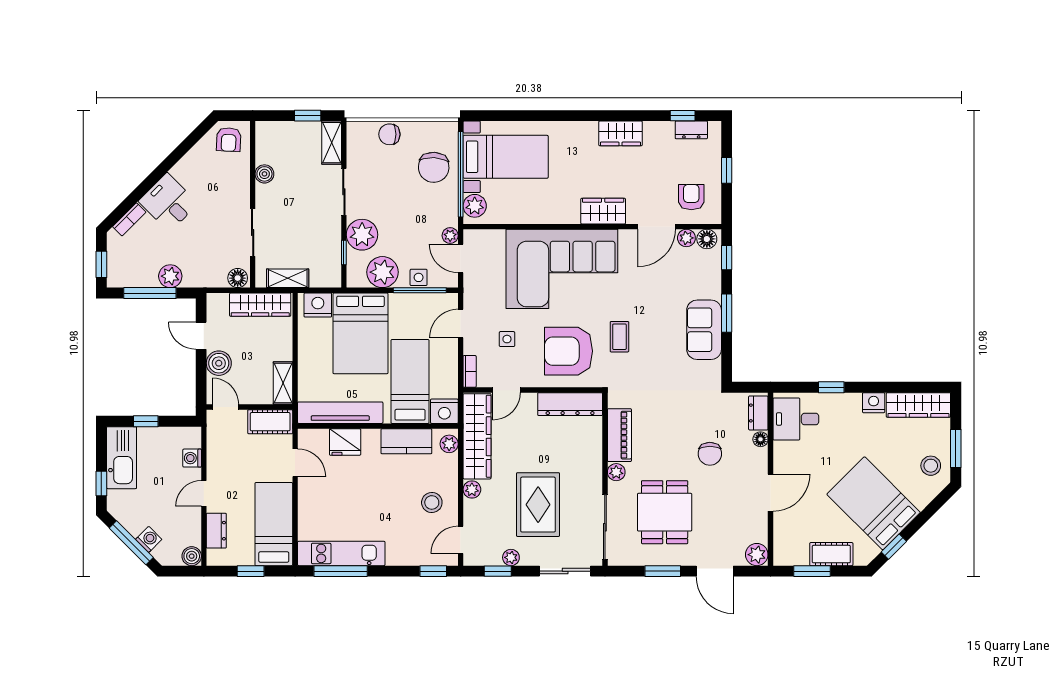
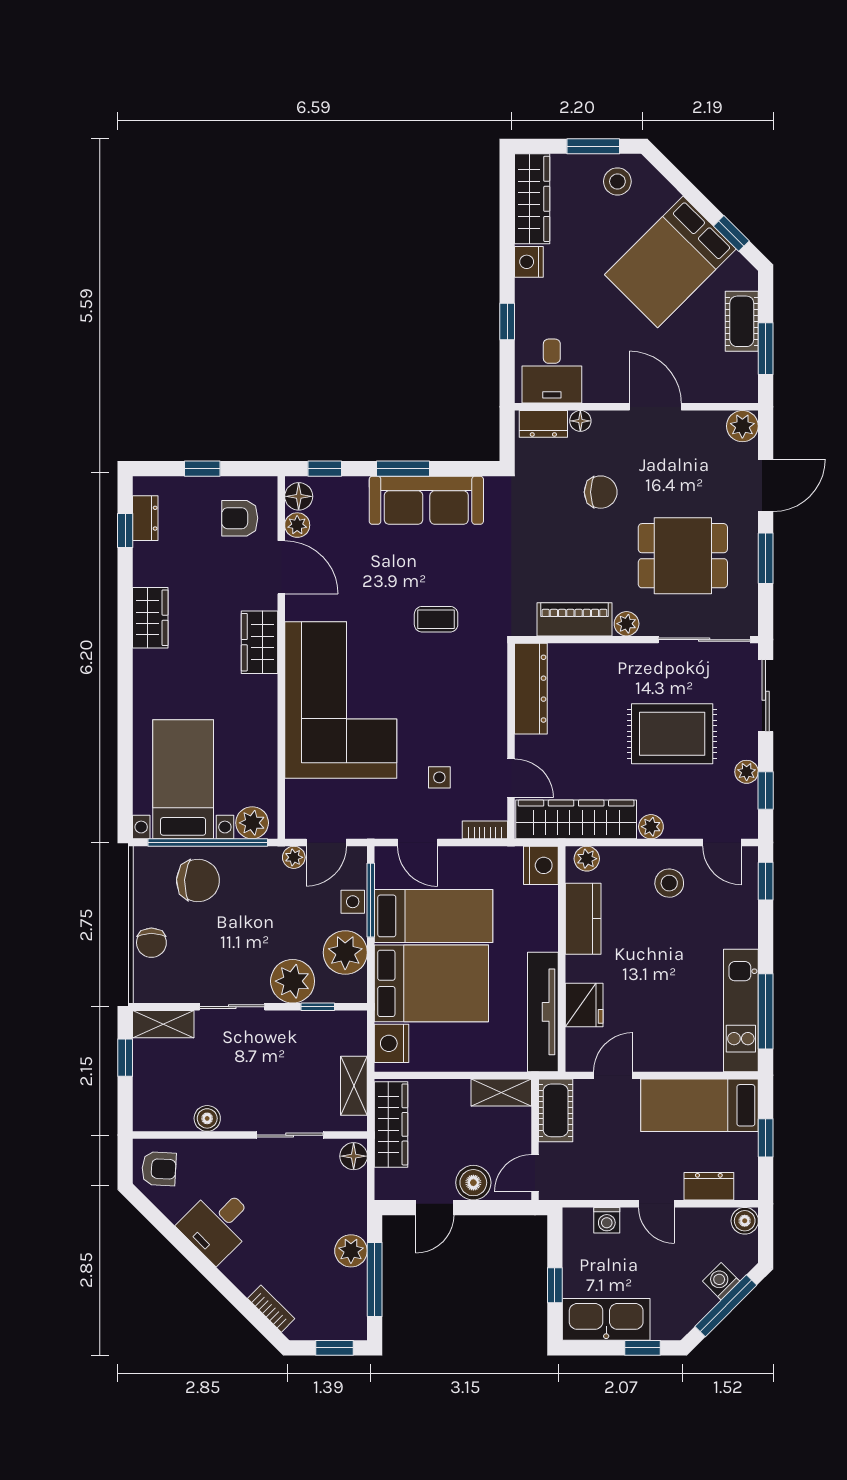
desk: (168, 202) -> (218, 1224), moved
sofa: (704, 330) -> (426, 500), width x1.36
armchair: (569, 351) -> (456, 691), removed
bed: (410, 381) -> (434, 916), moved, turned 180

